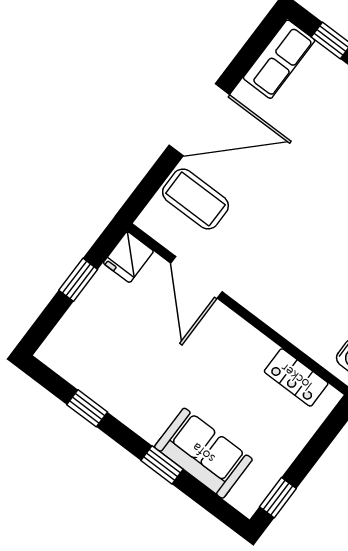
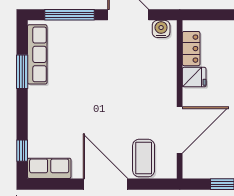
fridge: (128, 257) -> (194, 77), moved
door: (197, 277) -> (180, 130), width x1.36

